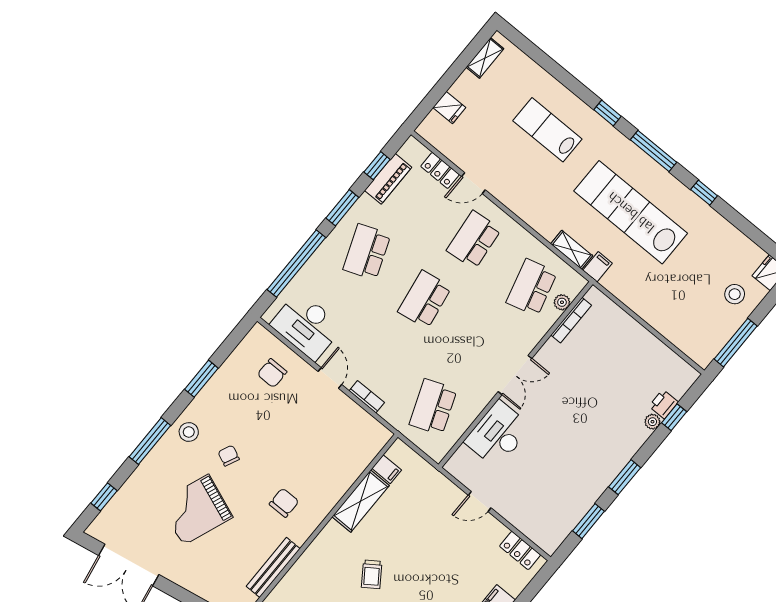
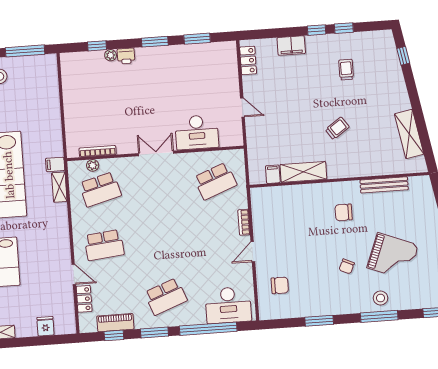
school desk: (425, 299) -> (162, 241), removed
desk: (307, 326) -> (228, 305), moved, turned 90
printer: (664, 404) -> (126, 56), moved
stool: (189, 432) -> (381, 298), moved

